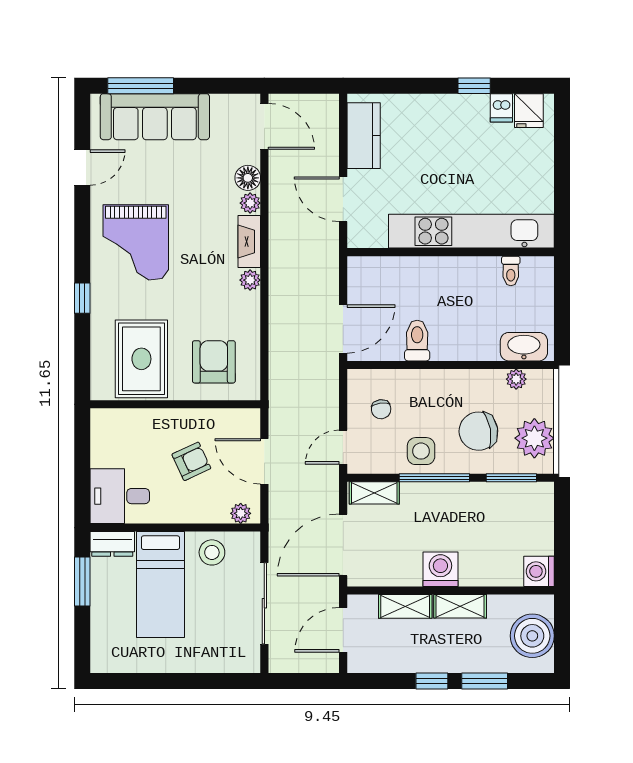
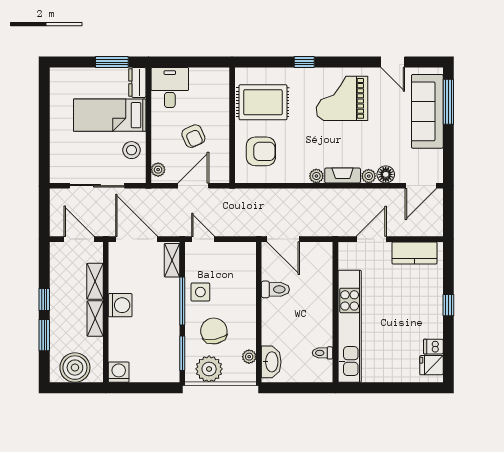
window: (474, 86) -> (448, 305), moved
chair: (381, 409) -> (229, 265), removed

